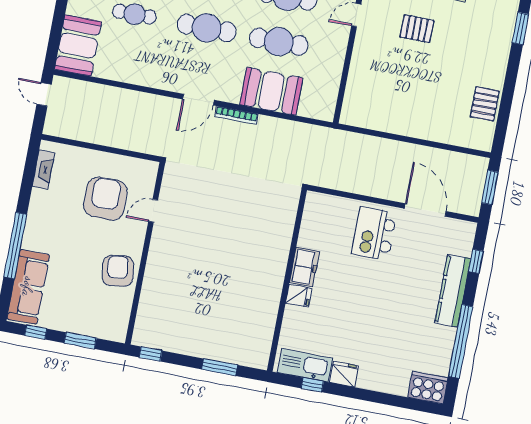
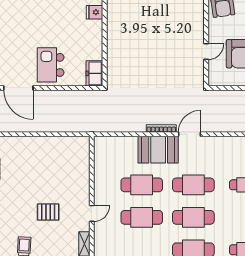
booth: (271, 91) -> (158, 150), moved
kitchen island: (374, 234) -> (51, 65), turned 180
freezer: (304, 267) -> (94, 73), moved

